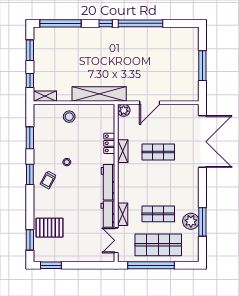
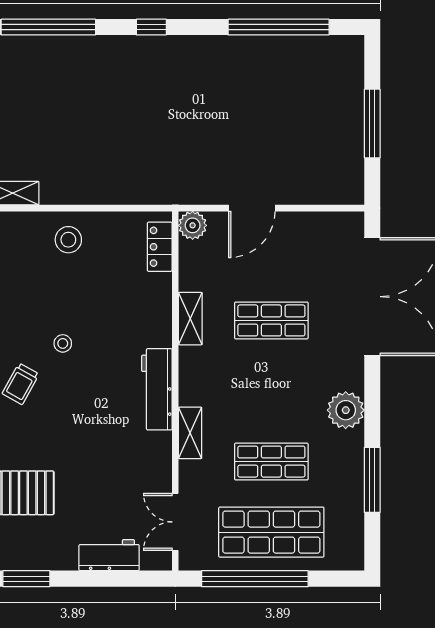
window: (140, 23) -> (279, 27), moved
shelving: (99, 94) -> (137, 188), removed
locker: (109, 143) -> (160, 247), moved
workbench: (108, 214) -> (109, 555), moved, turned 90
shelving: (123, 214) -> (190, 433), moved
plant: (191, 221) -> (346, 410), moved

